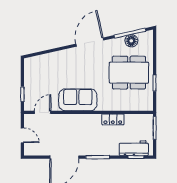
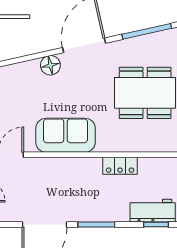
floor lamp: (131, 41) -> (50, 65), moved

